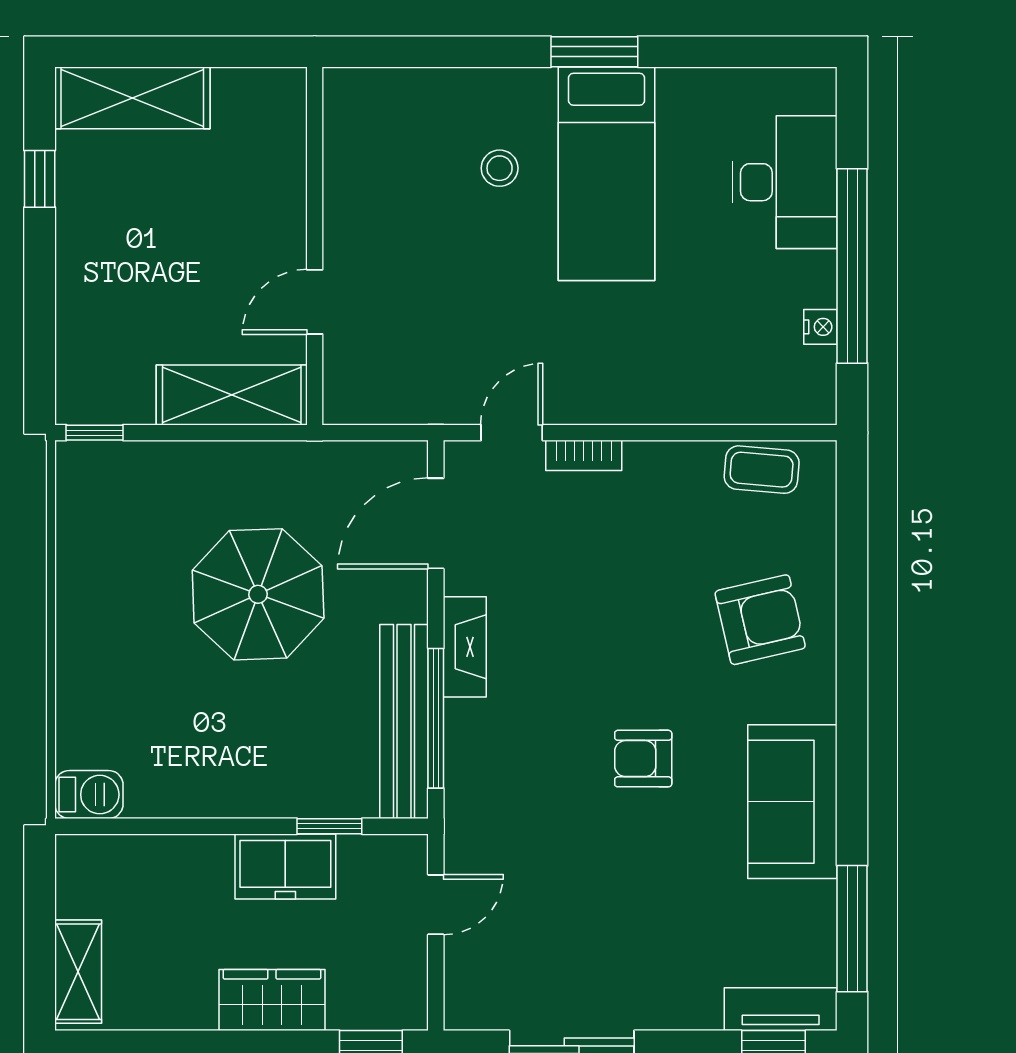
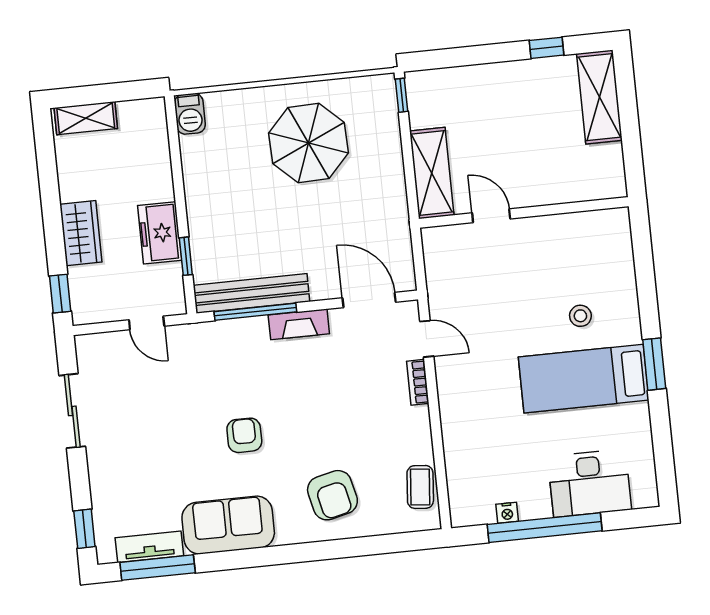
parasol: (258, 594) -> (309, 143), moved
tv unit: (781, 1009) -> (149, 547), moved, turned -90

